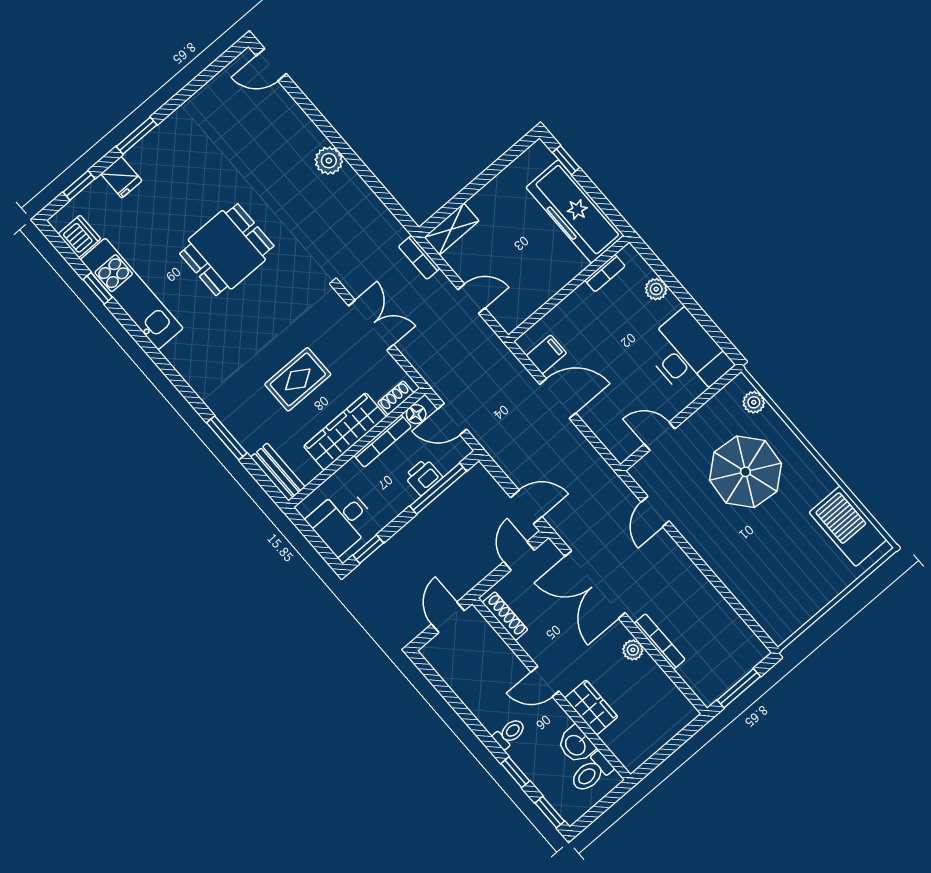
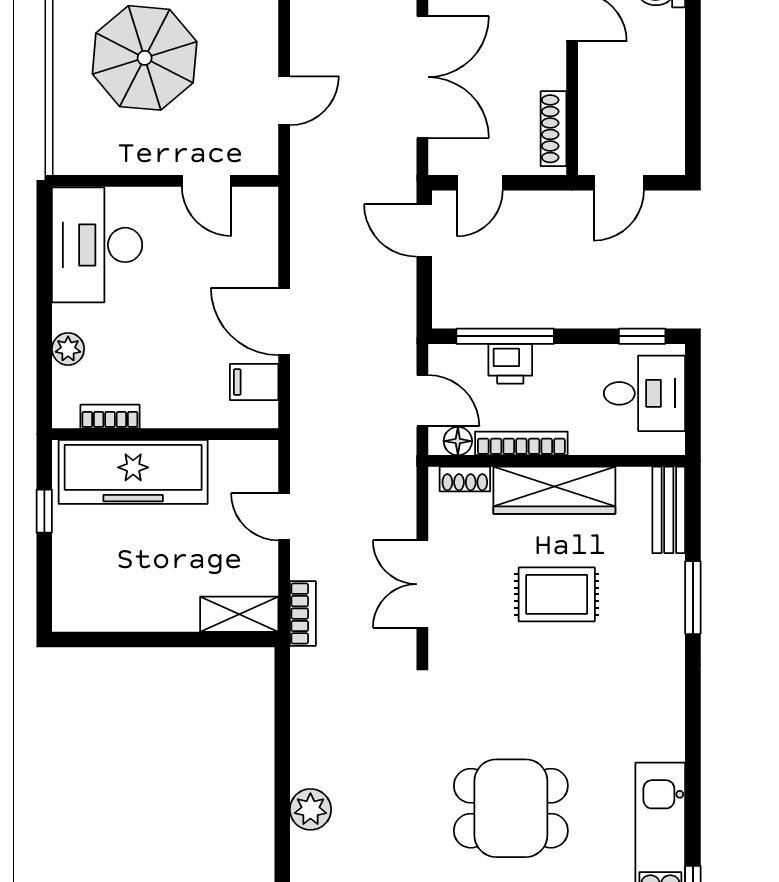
window: (566, 160) -> (44, 511), moved
freezer: (575, 212) -> (133, 472), moved, turned 90
plant: (754, 402) -> (68, 128), removed

